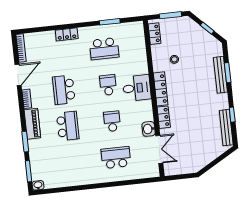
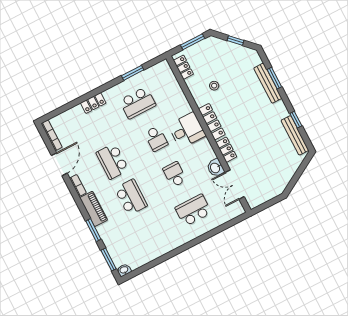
school desk: (108, 85) -> (156, 139), turned 180
double door: (159, 149) -> (235, 185), swing flipped

